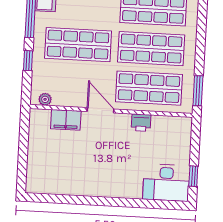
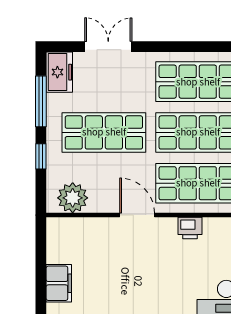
plant: (45, 99) -> (73, 198), width x1.88, depth x1.88
filing cabinet: (66, 120) -> (59, 283), moved, turned -90

